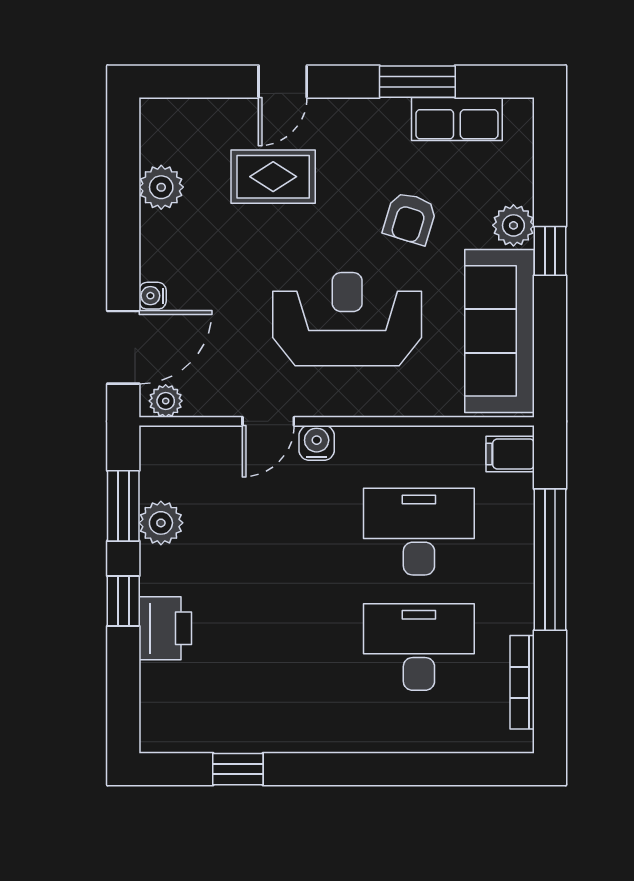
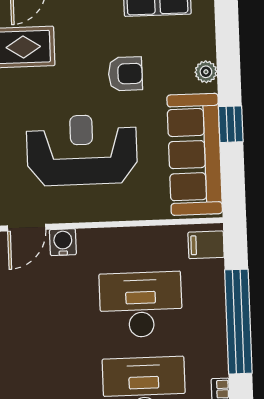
armchair: (410, 218) -> (125, 74), turned -107
plant: (513, 225) -> (206, 72), width x0.73, depth x0.73
window: (550, 251) -> (231, 124), moved

